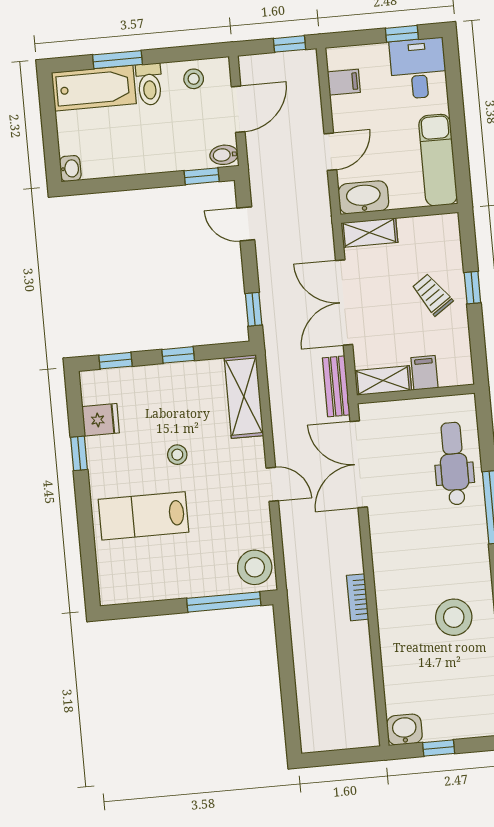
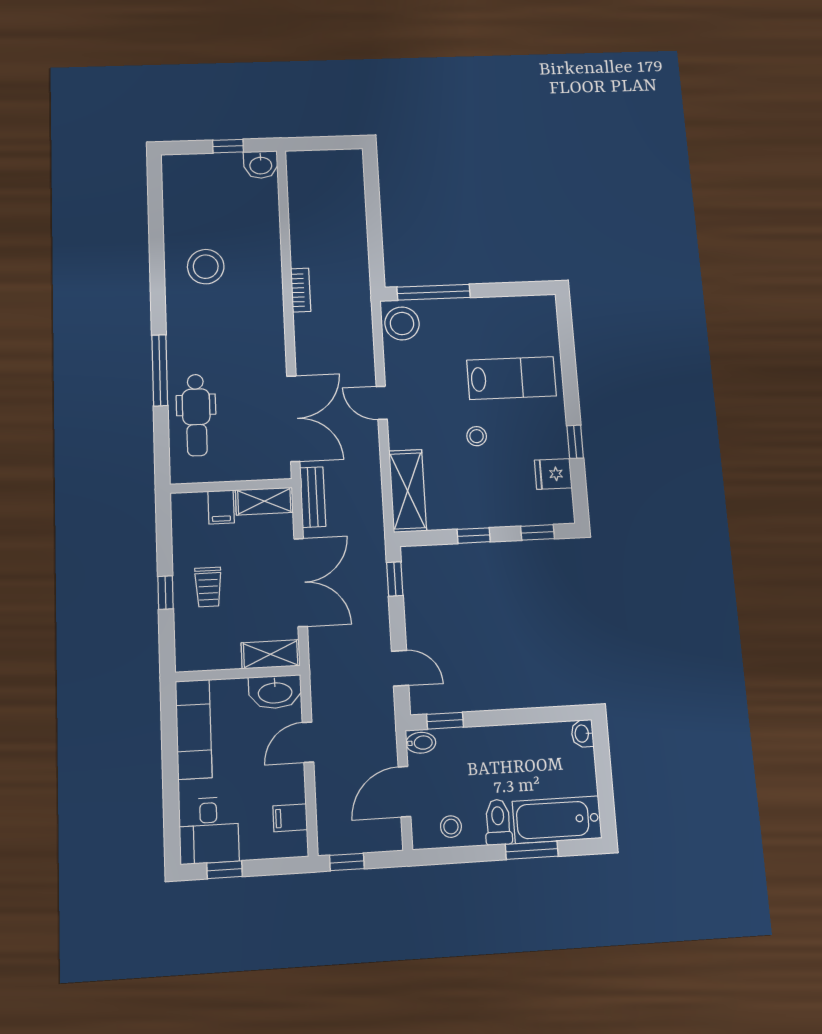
trolley: (432, 295) -> (208, 587), turned 35

